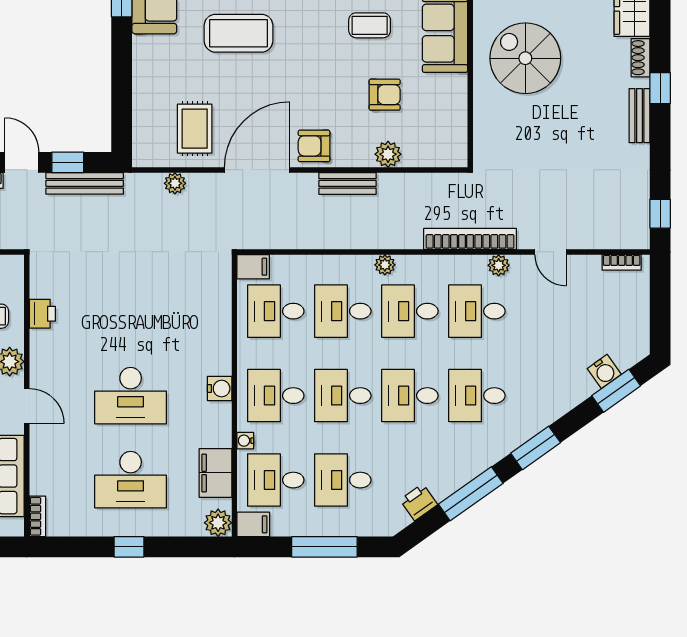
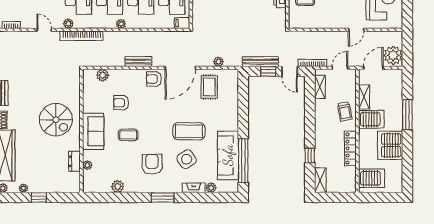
armchair: (314, 146) -> (154, 79), turned 180
plant: (388, 154) -> (103, 75), moved

